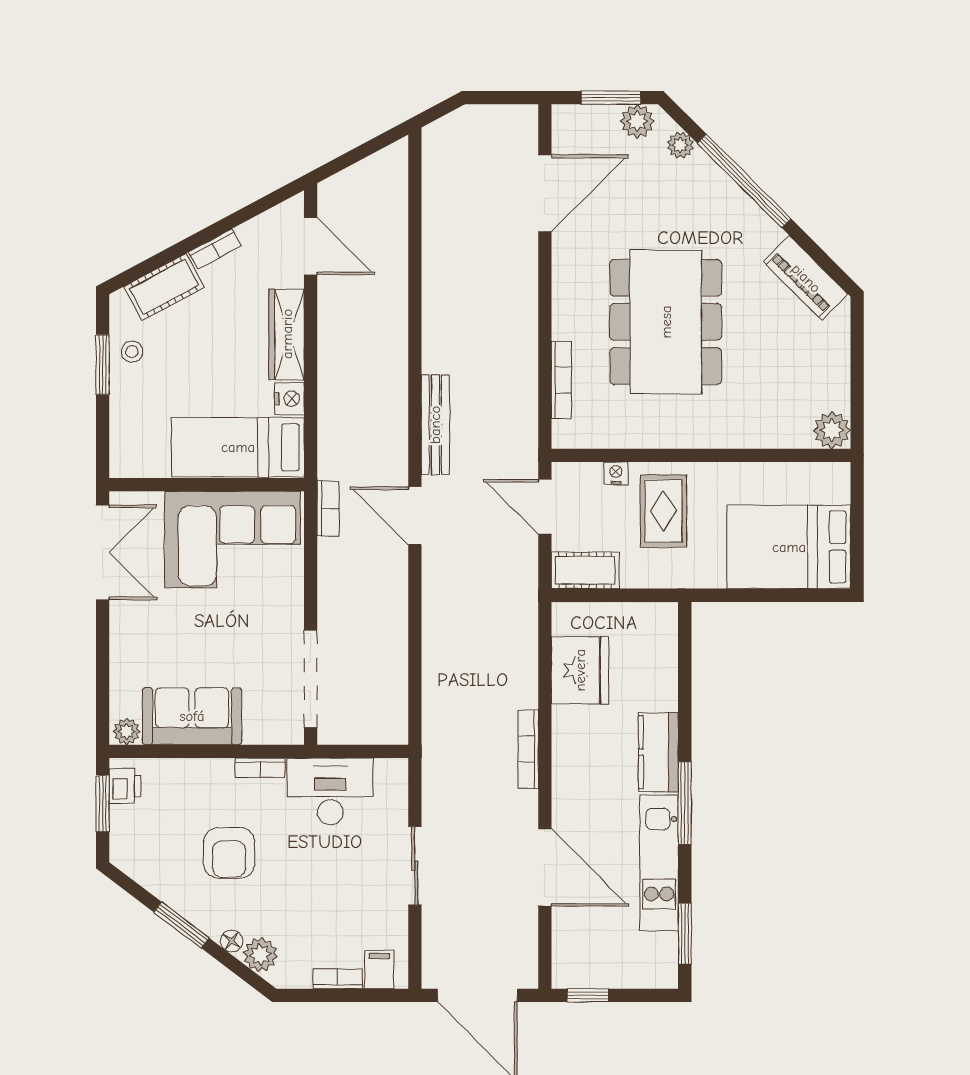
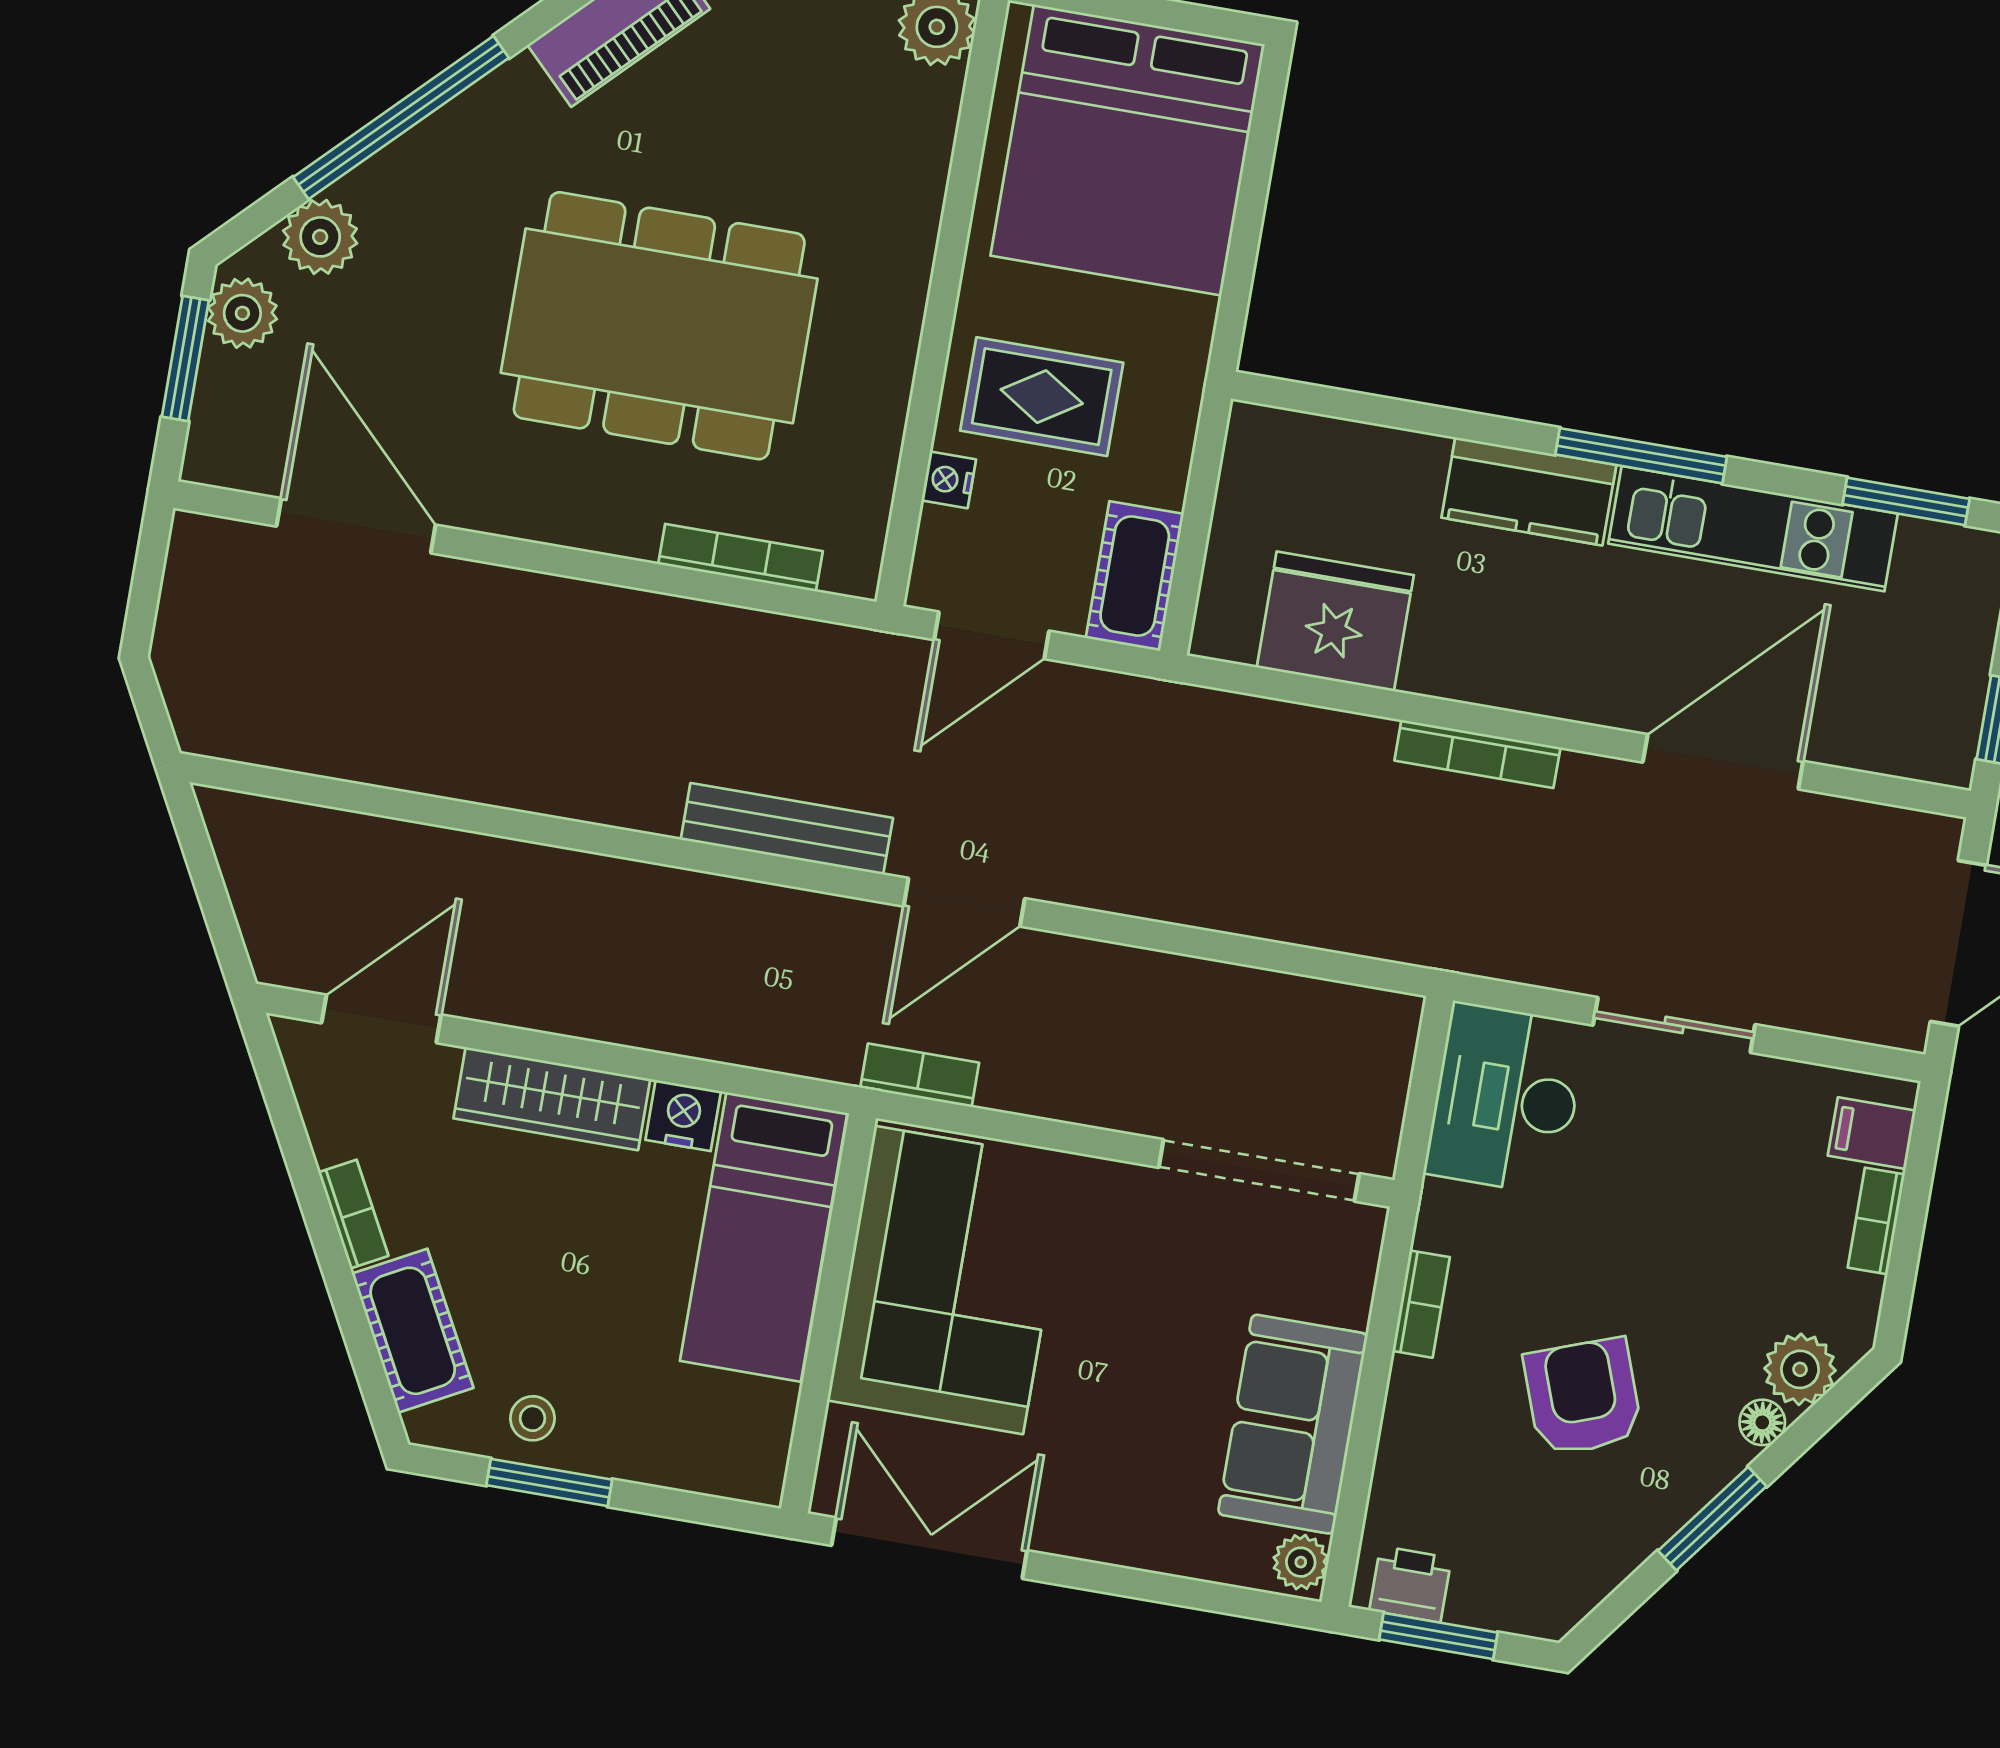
plant: (680, 145) -> (320, 237), width x1.38, depth x1.38
bed: (789, 547) -> (1128, 150), width x1.36
desk: (330, 791) -> (1506, 1099), moved
armchair: (229, 853) -> (1583, 1397), turned -110

